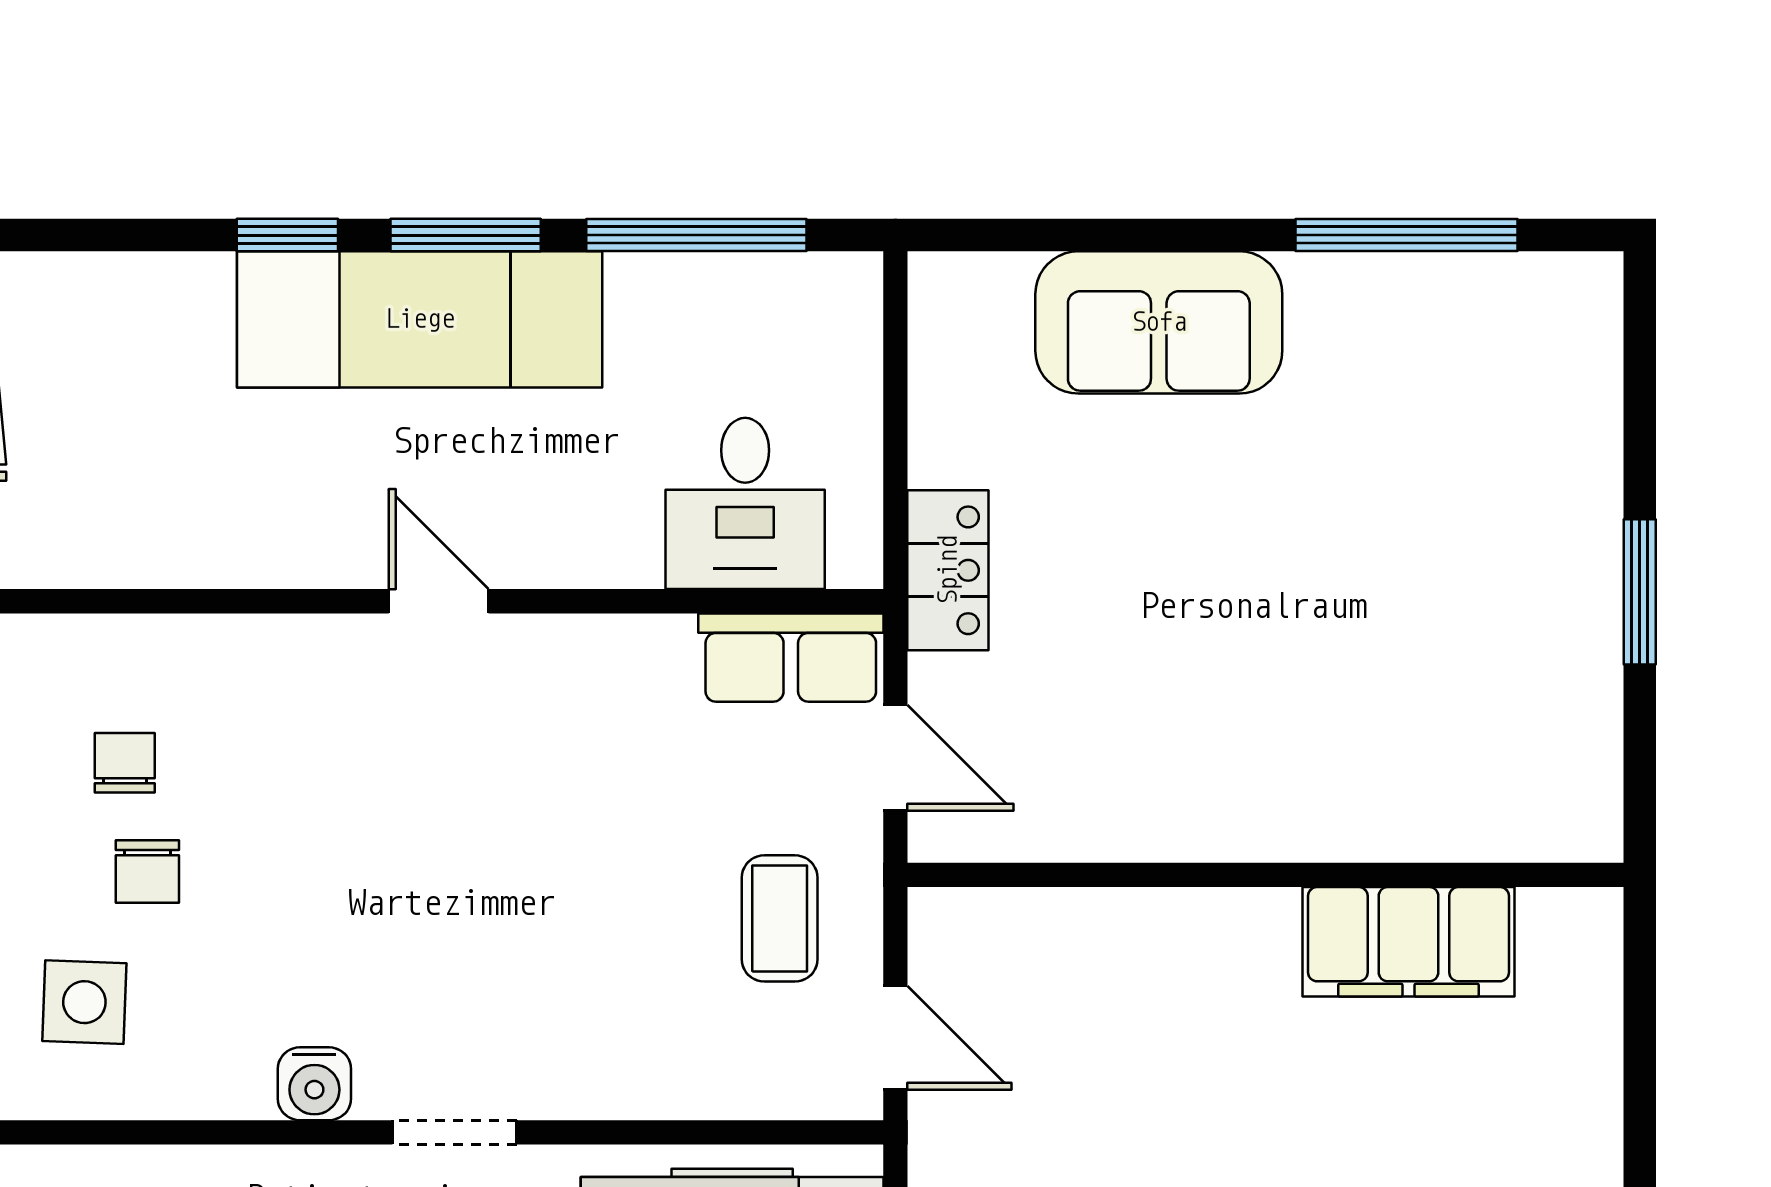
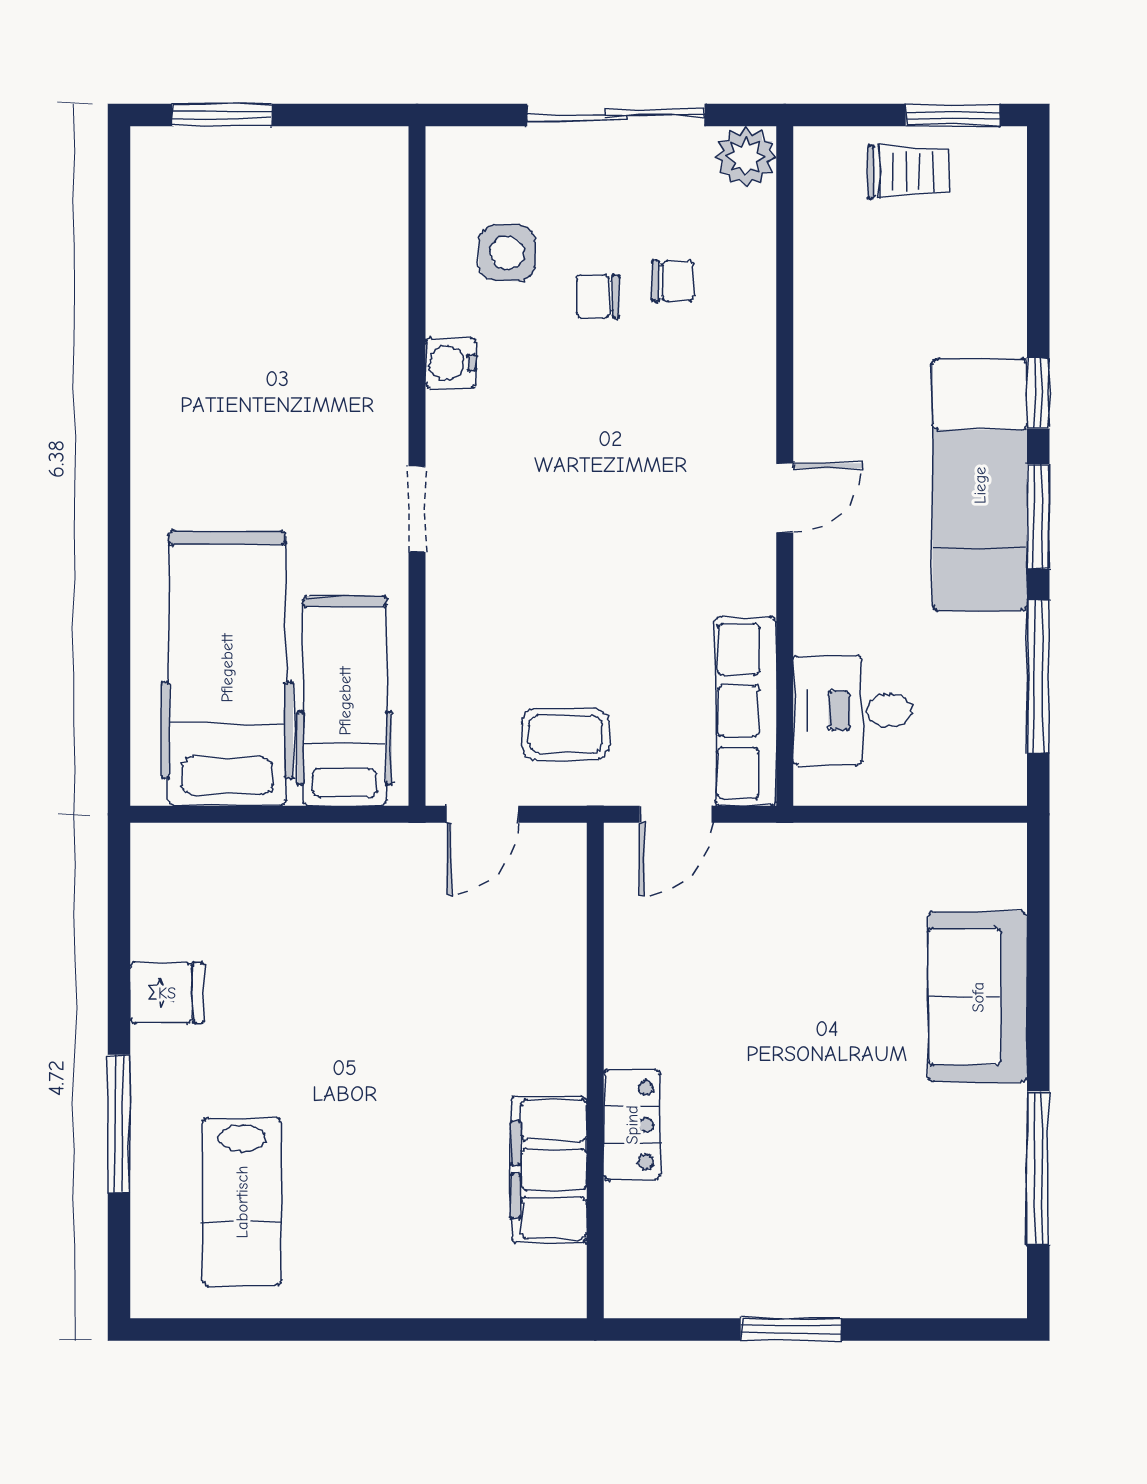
locker: (948, 570) -> (632, 1125), moved, turned -90
row of seats: (791, 658) -> (746, 711), width x1.48
water cooler: (314, 1084) -> (451, 363), moved

